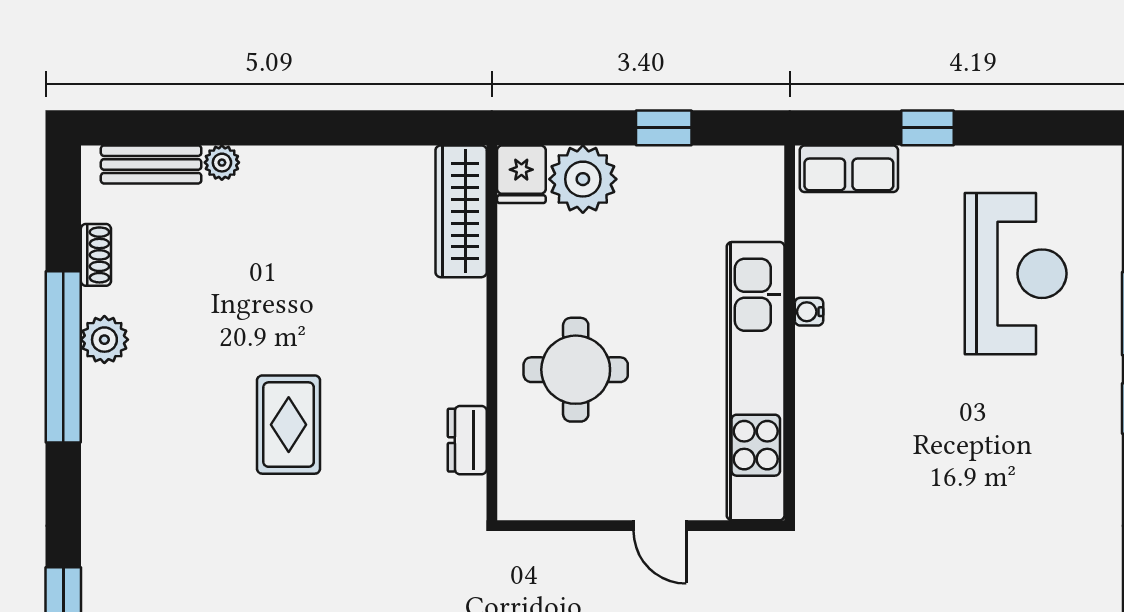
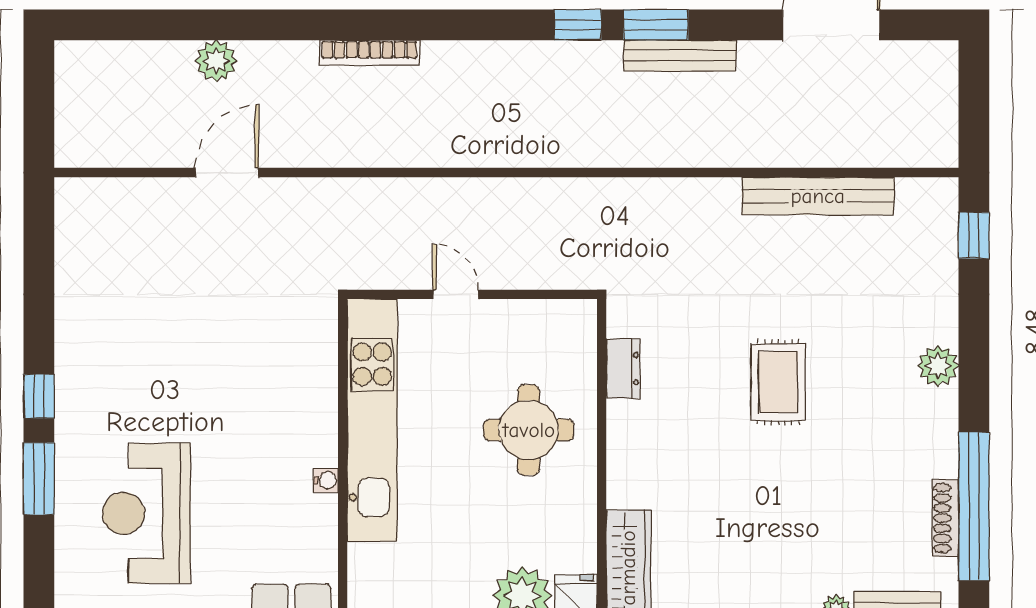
shoe rack: (96, 255) -> (946, 518), width x1.43
plant: (104, 340) -> (938, 366), moved
window: (63, 357) -> (974, 506), moved

